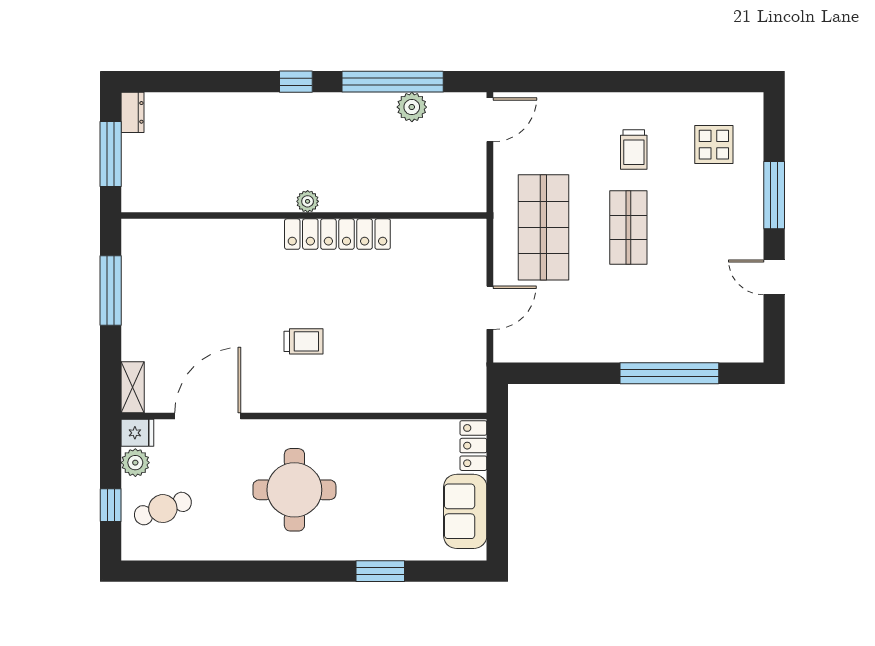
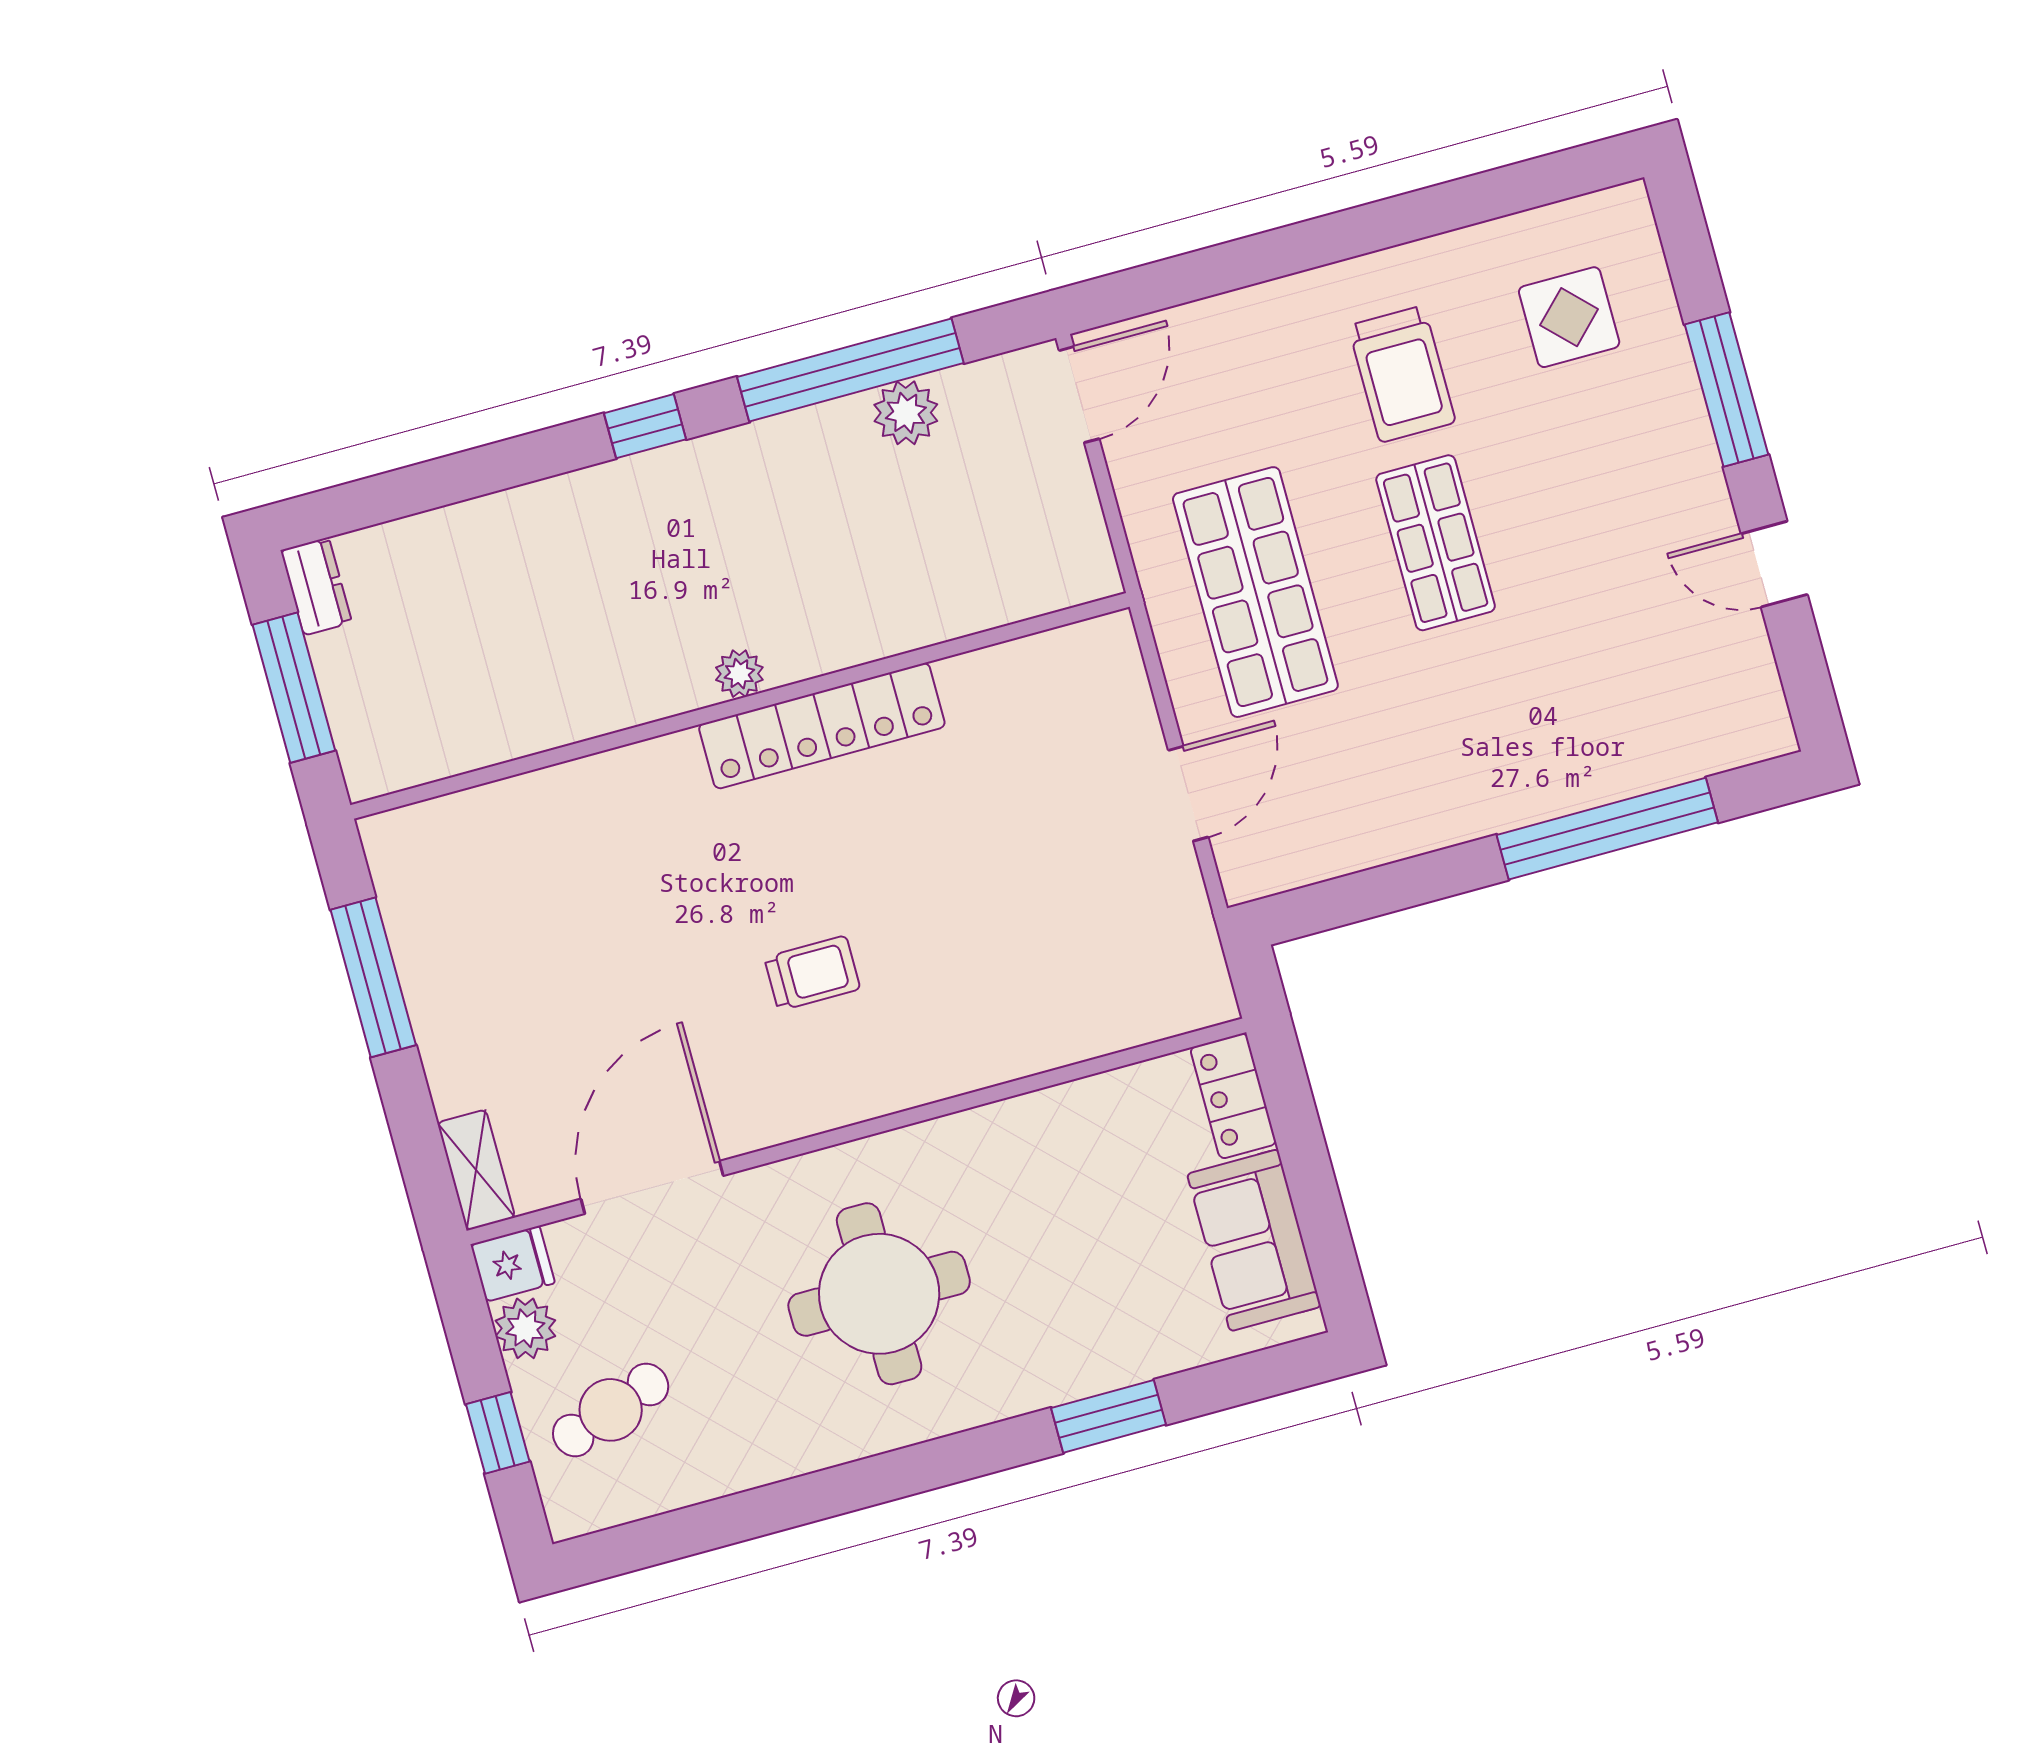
trolley: (634, 149) -> (1402, 374), width x1.36, depth x1.39

